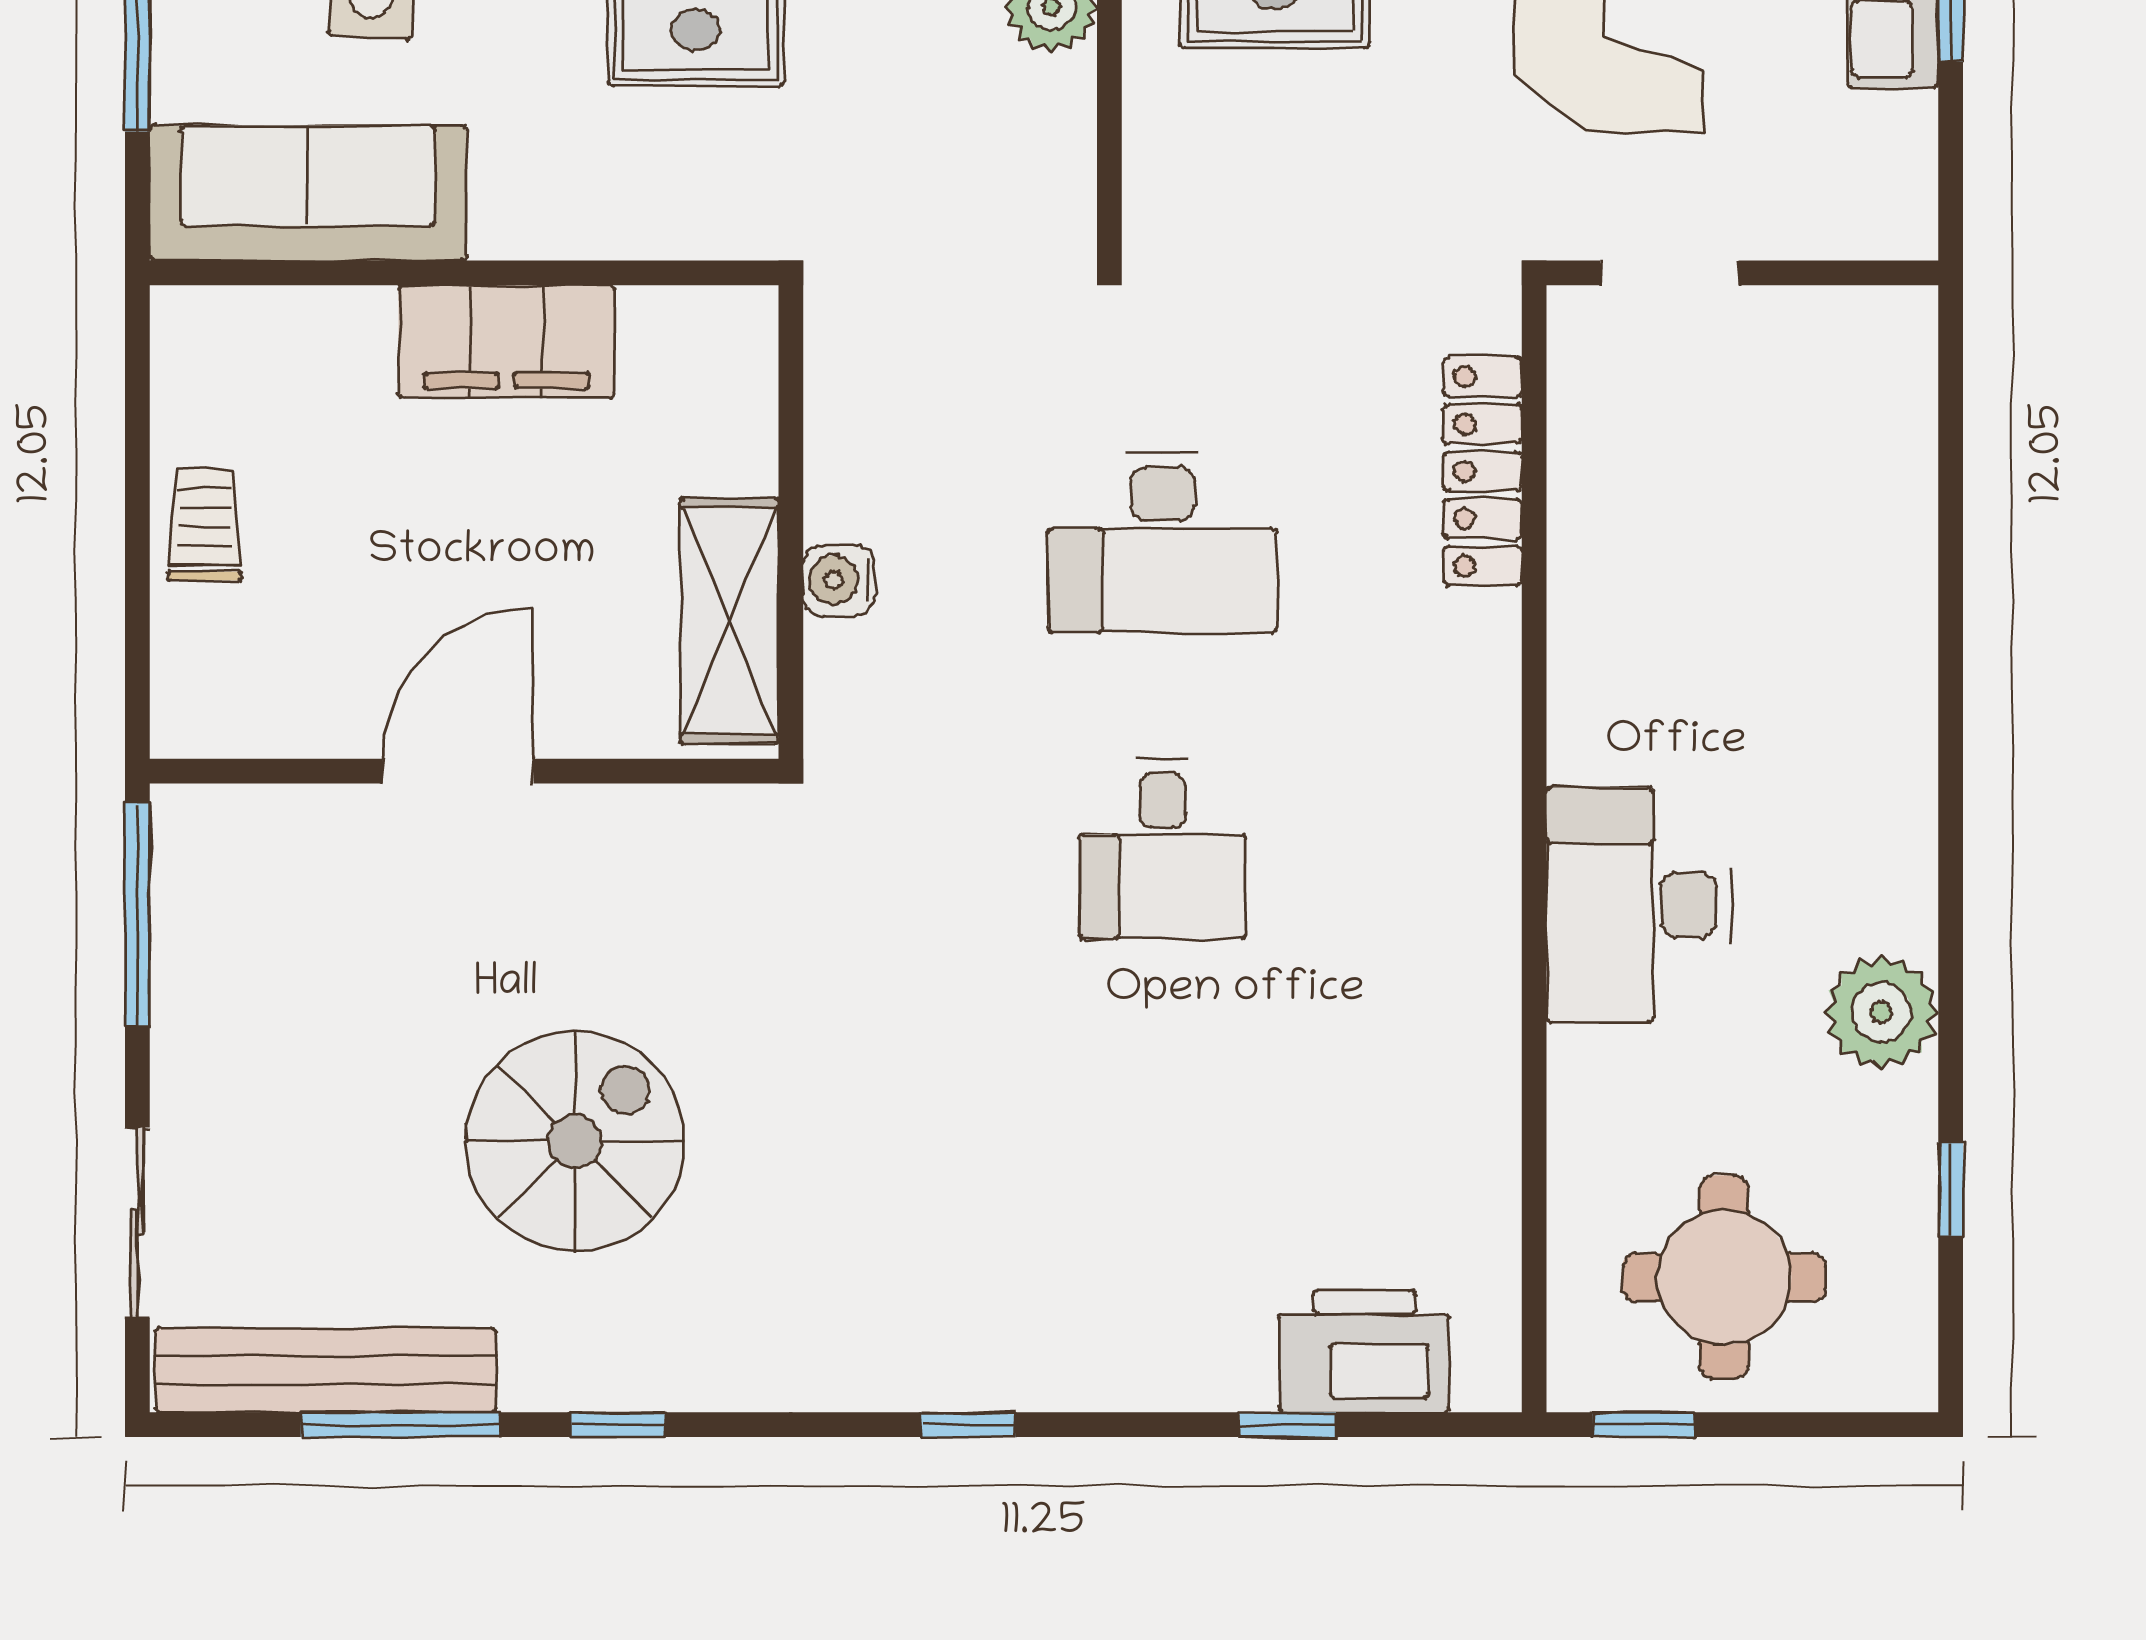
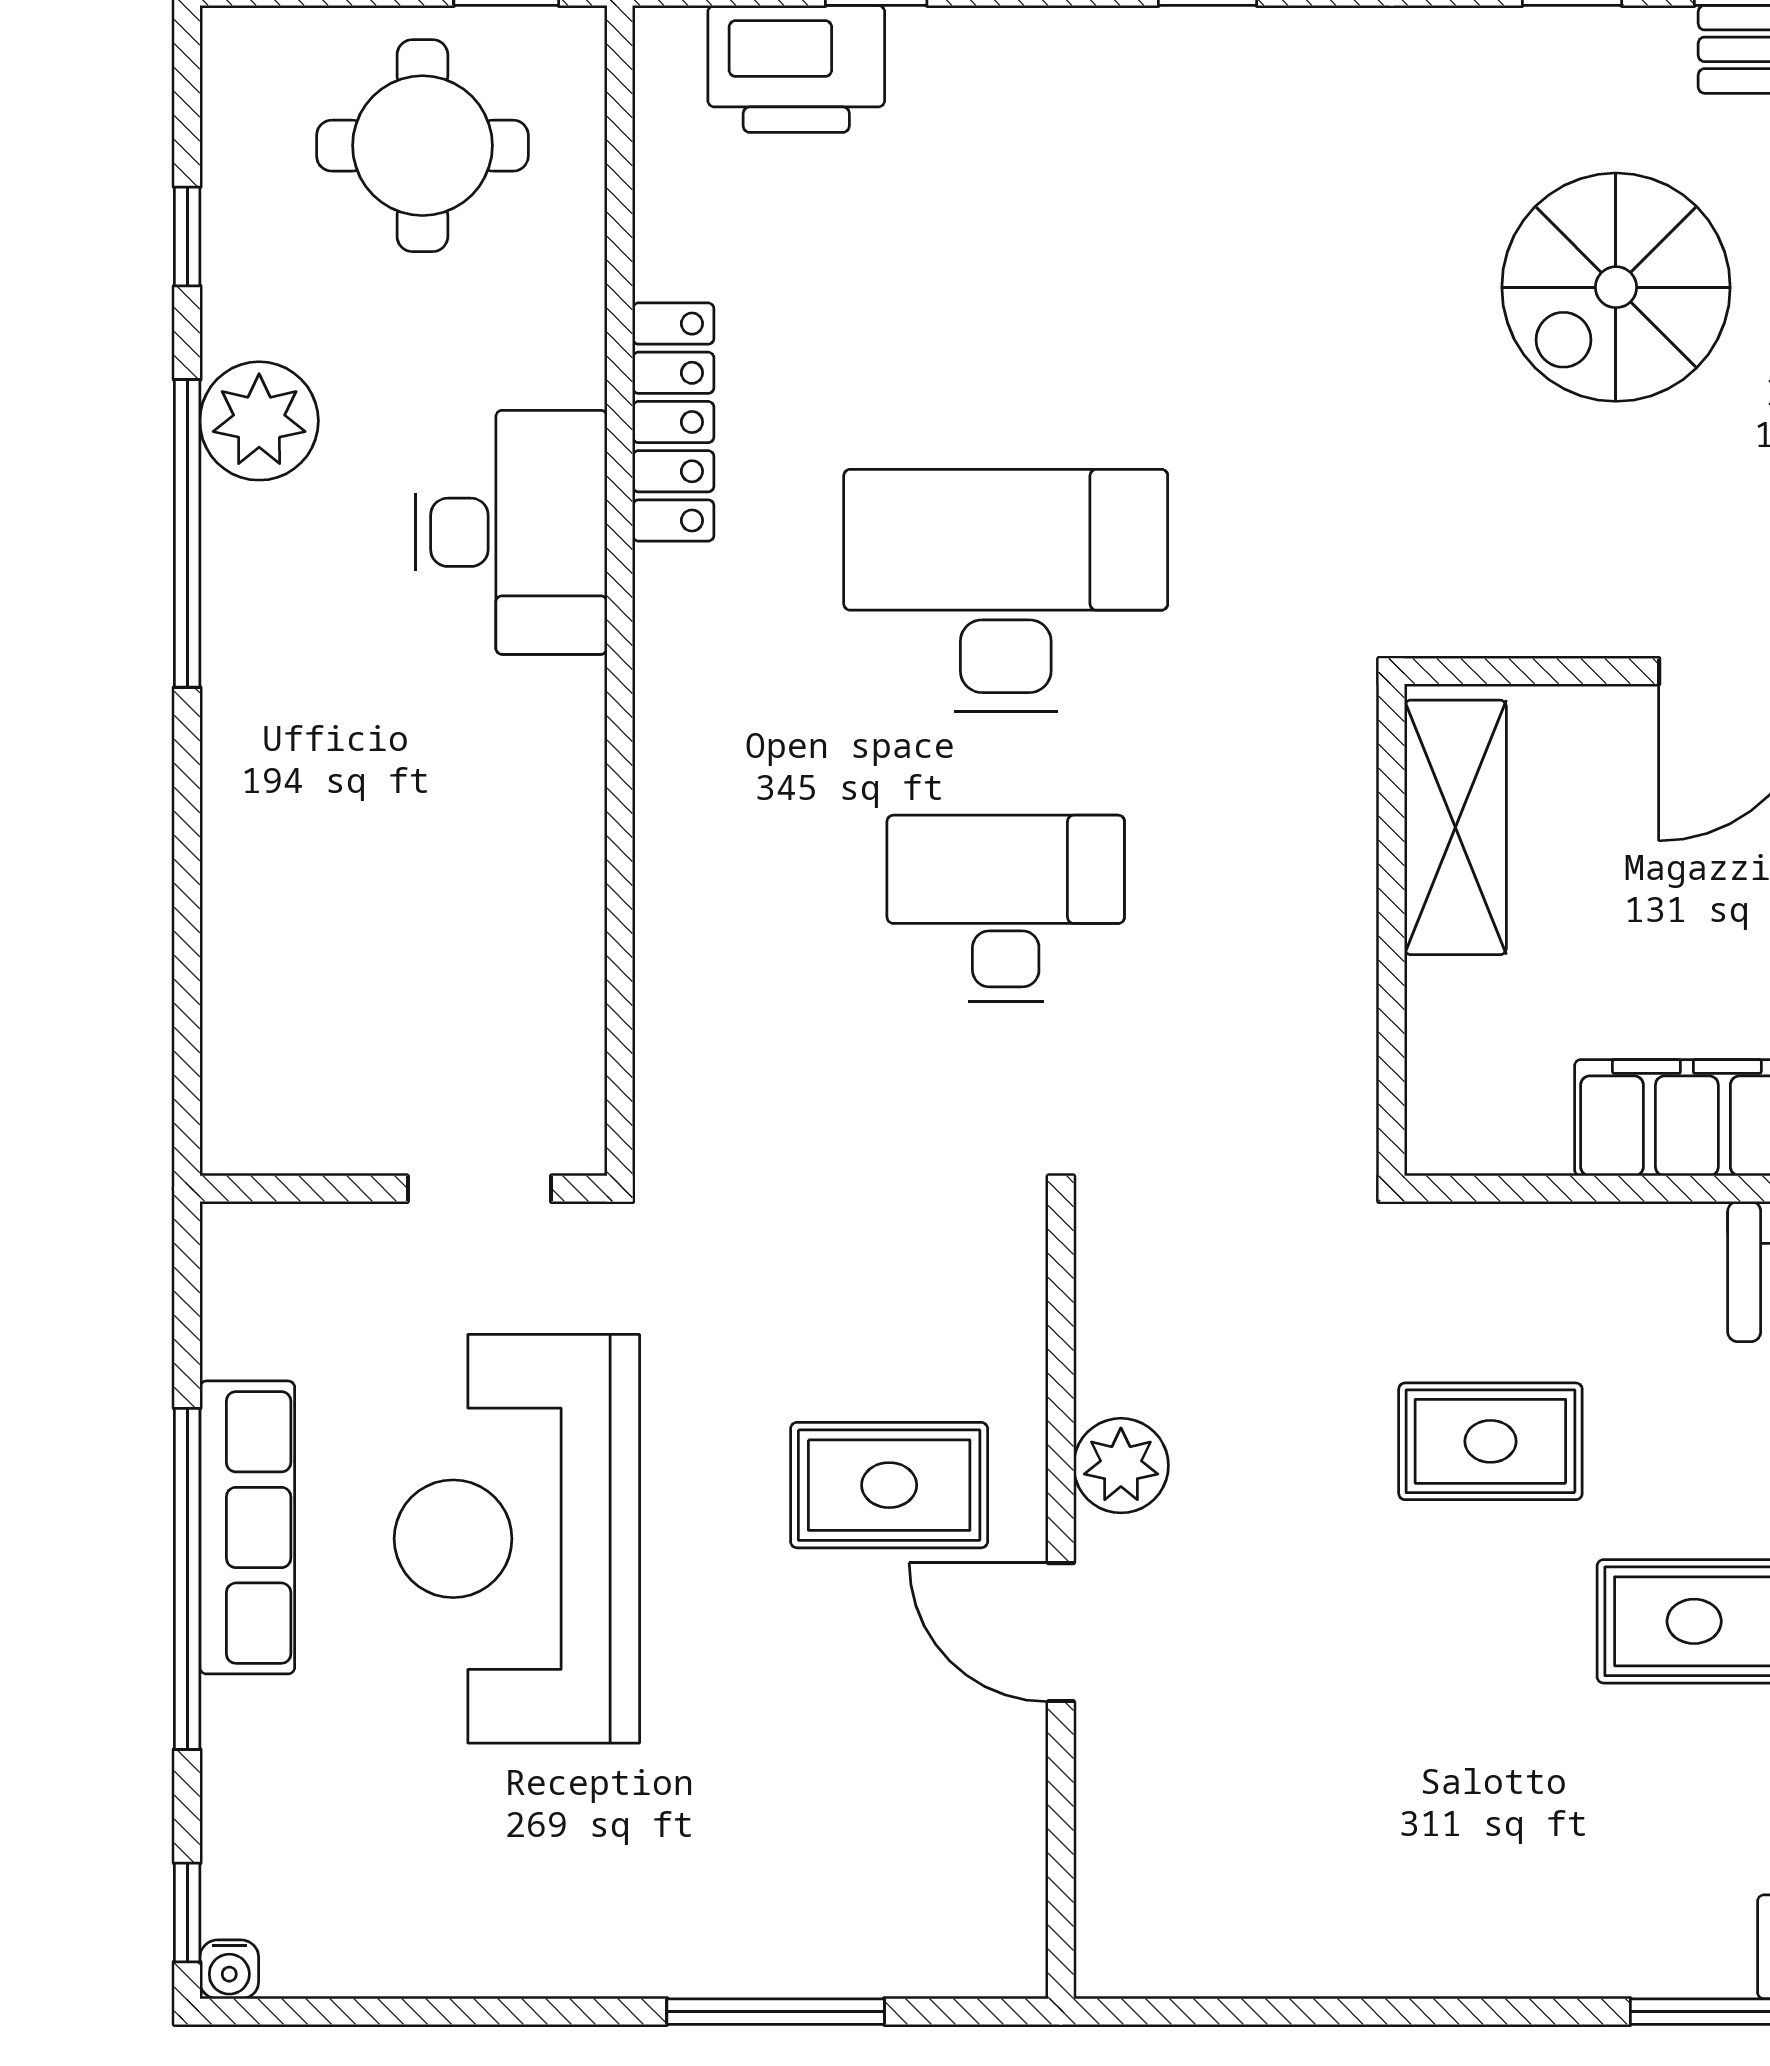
locker: (1483, 471) -> (673, 422), moved
water cooler: (839, 580) -> (1342, 870), removed
desk: (1162, 849) -> (1006, 591), width x1.87, depth x1.30
window: (1951, 904) -> (187, 533), added

